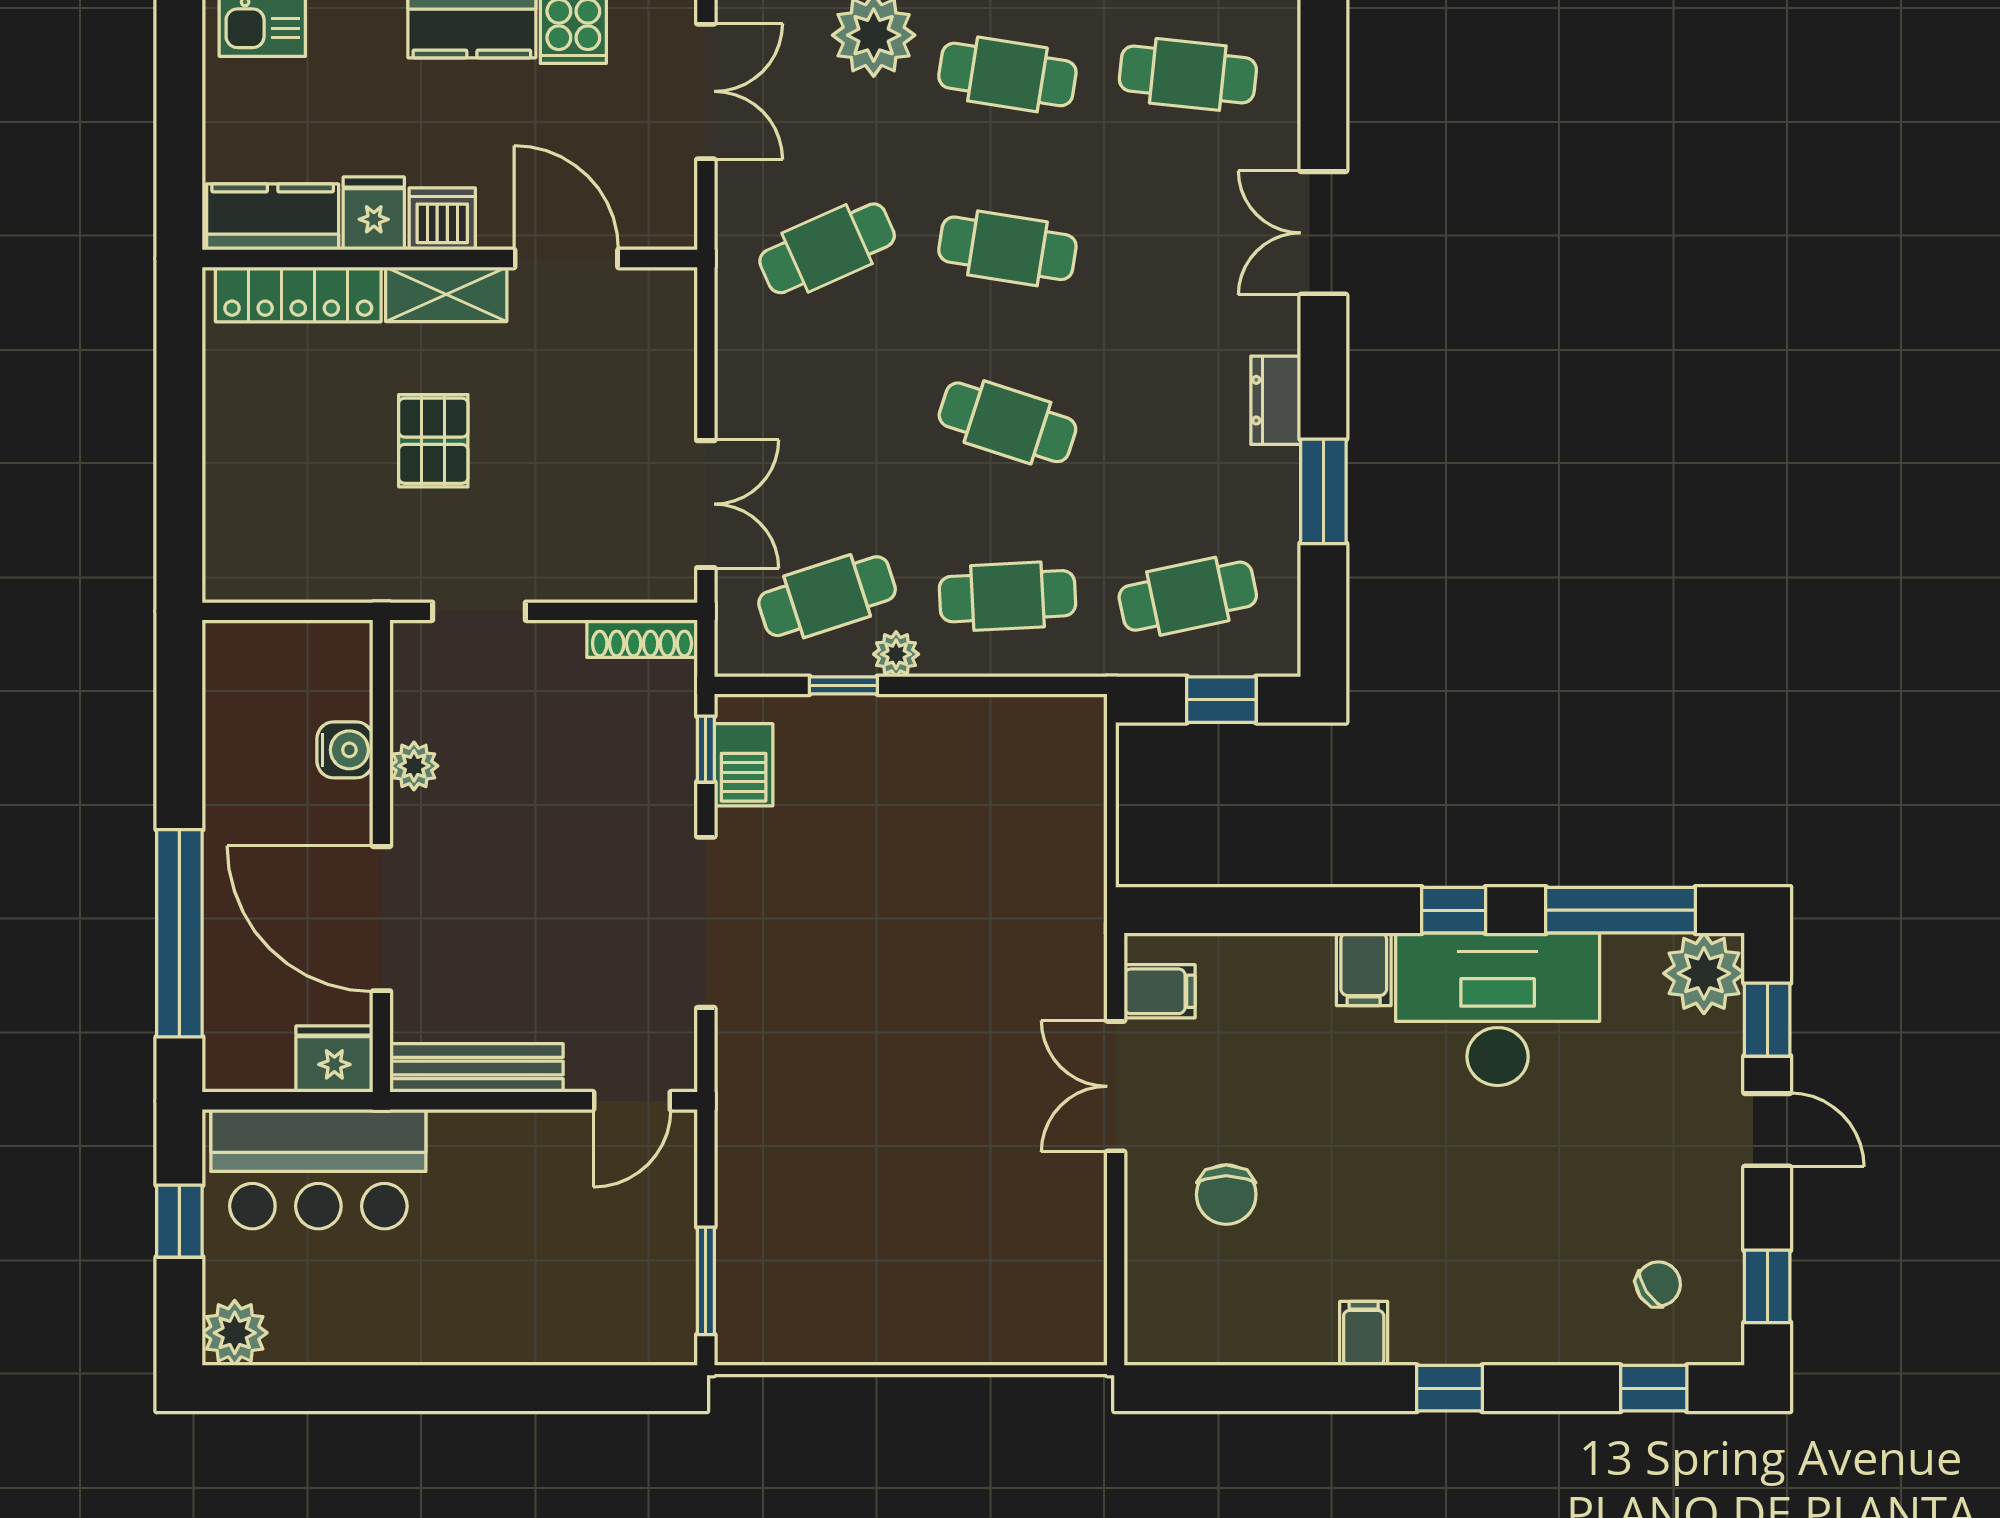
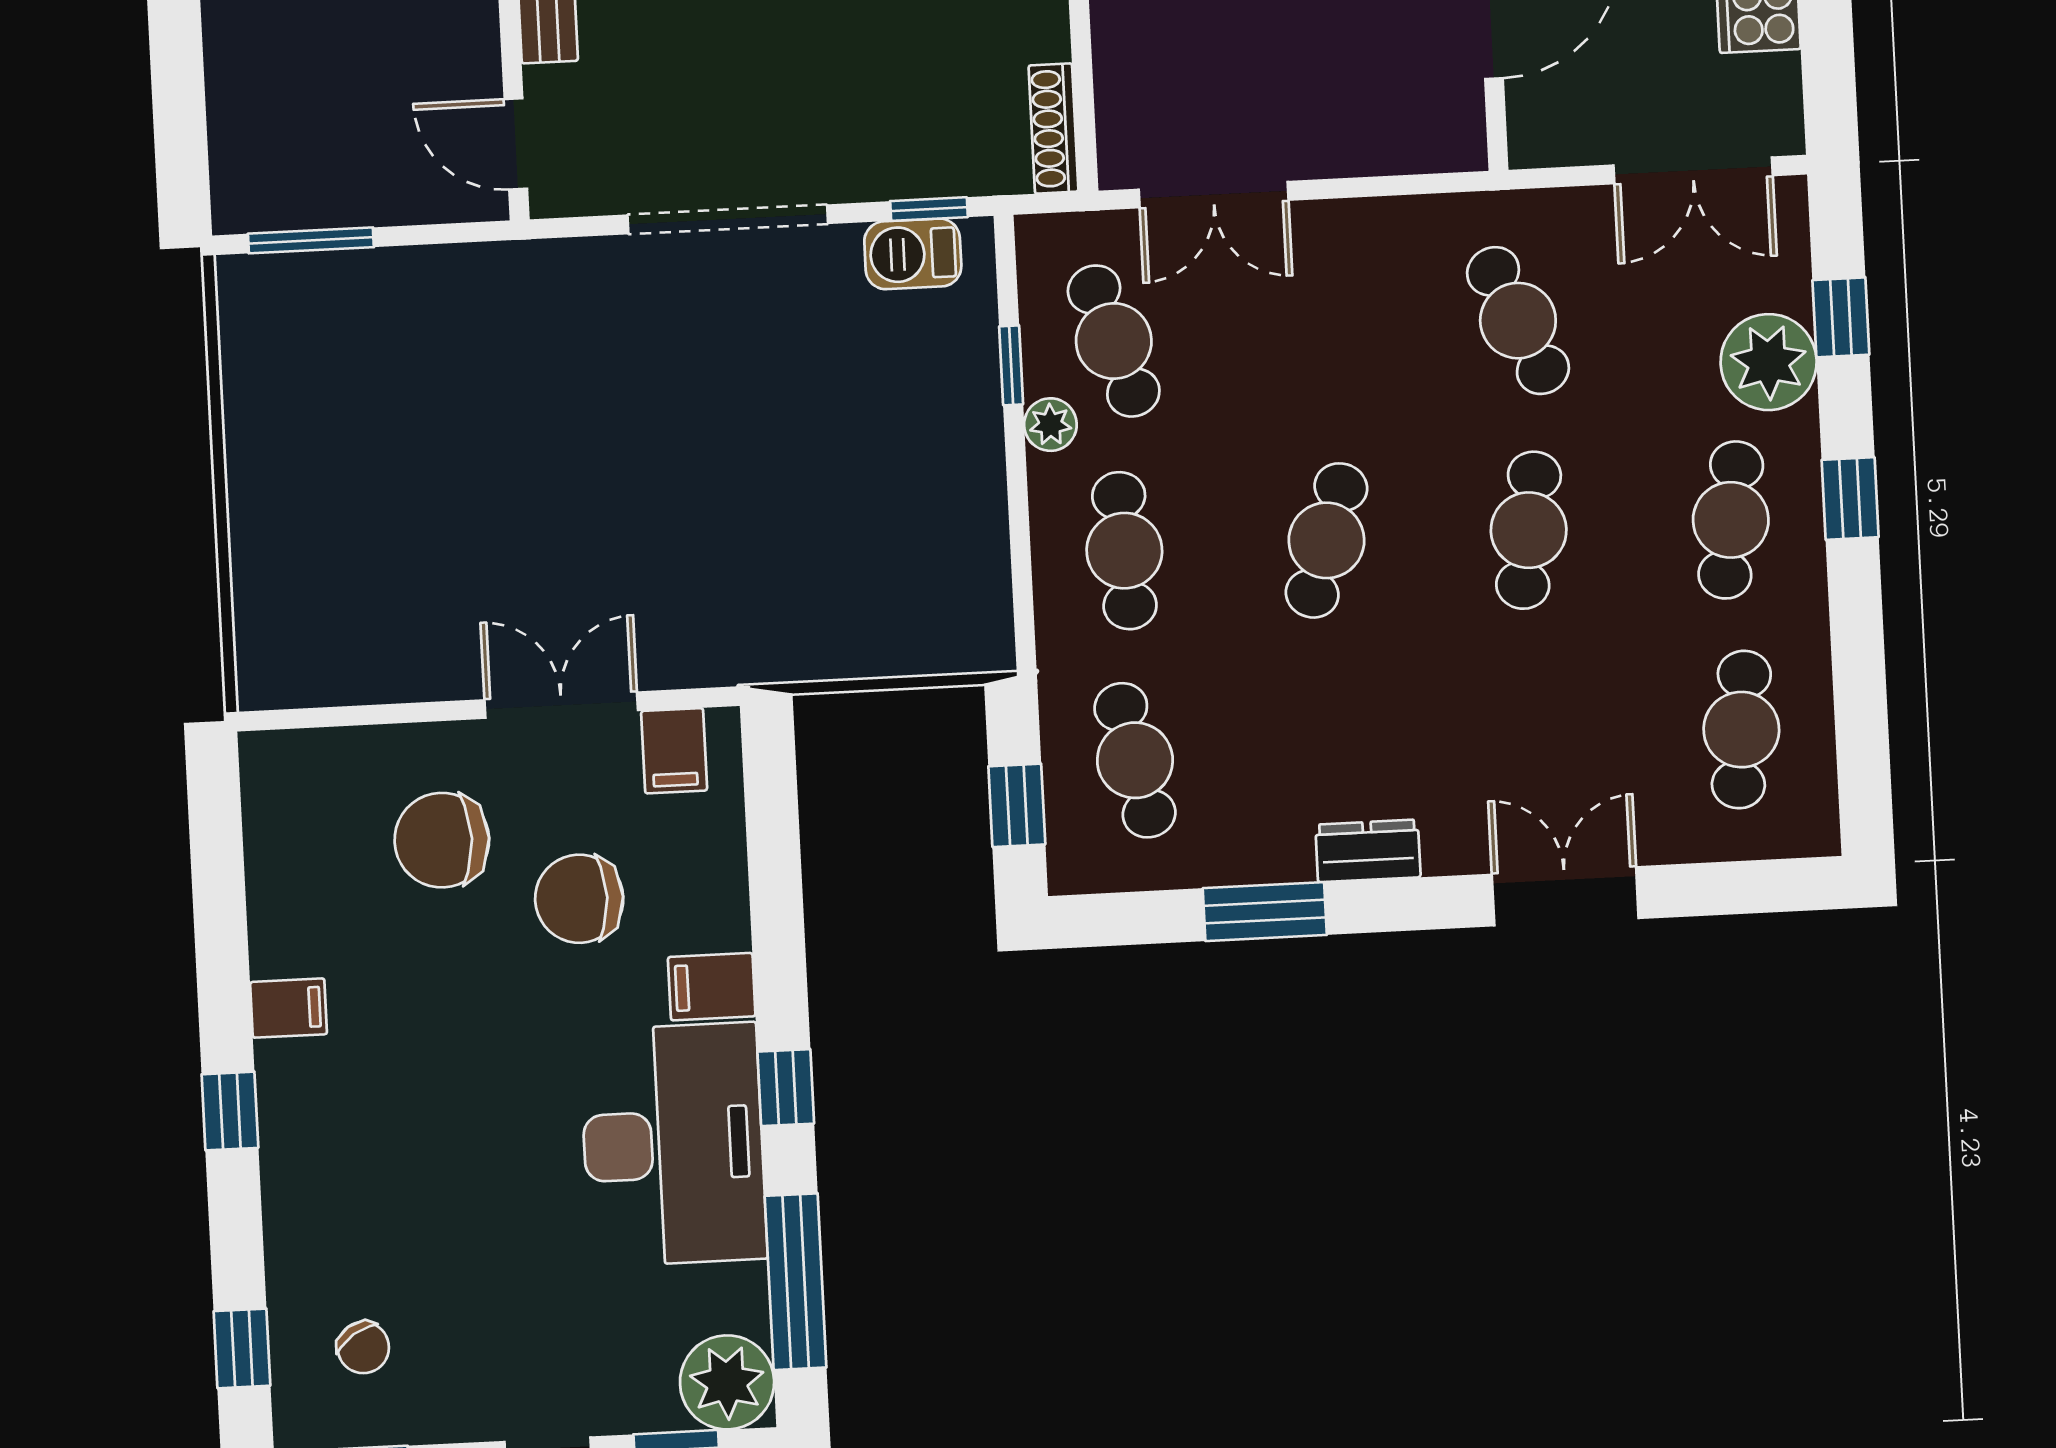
chair: (1282, 1079) -> (579, 899), added
chair: (1226, 1195) -> (442, 840), width x1.37, depth x1.37

